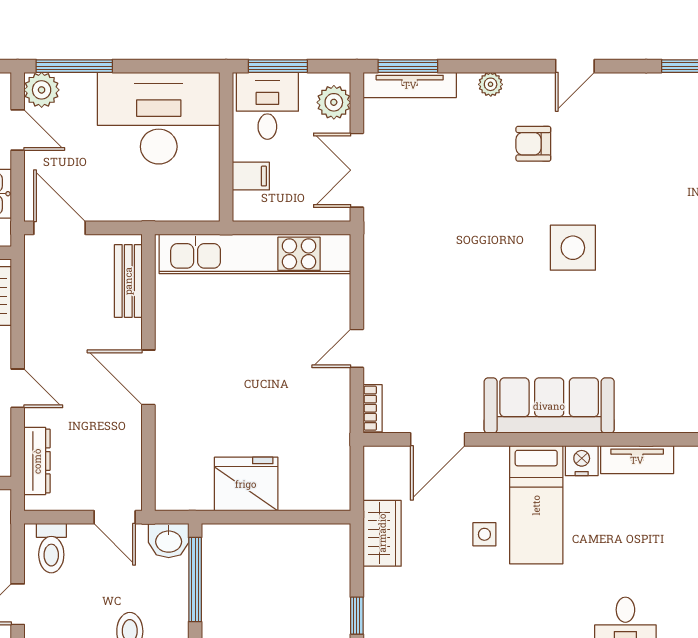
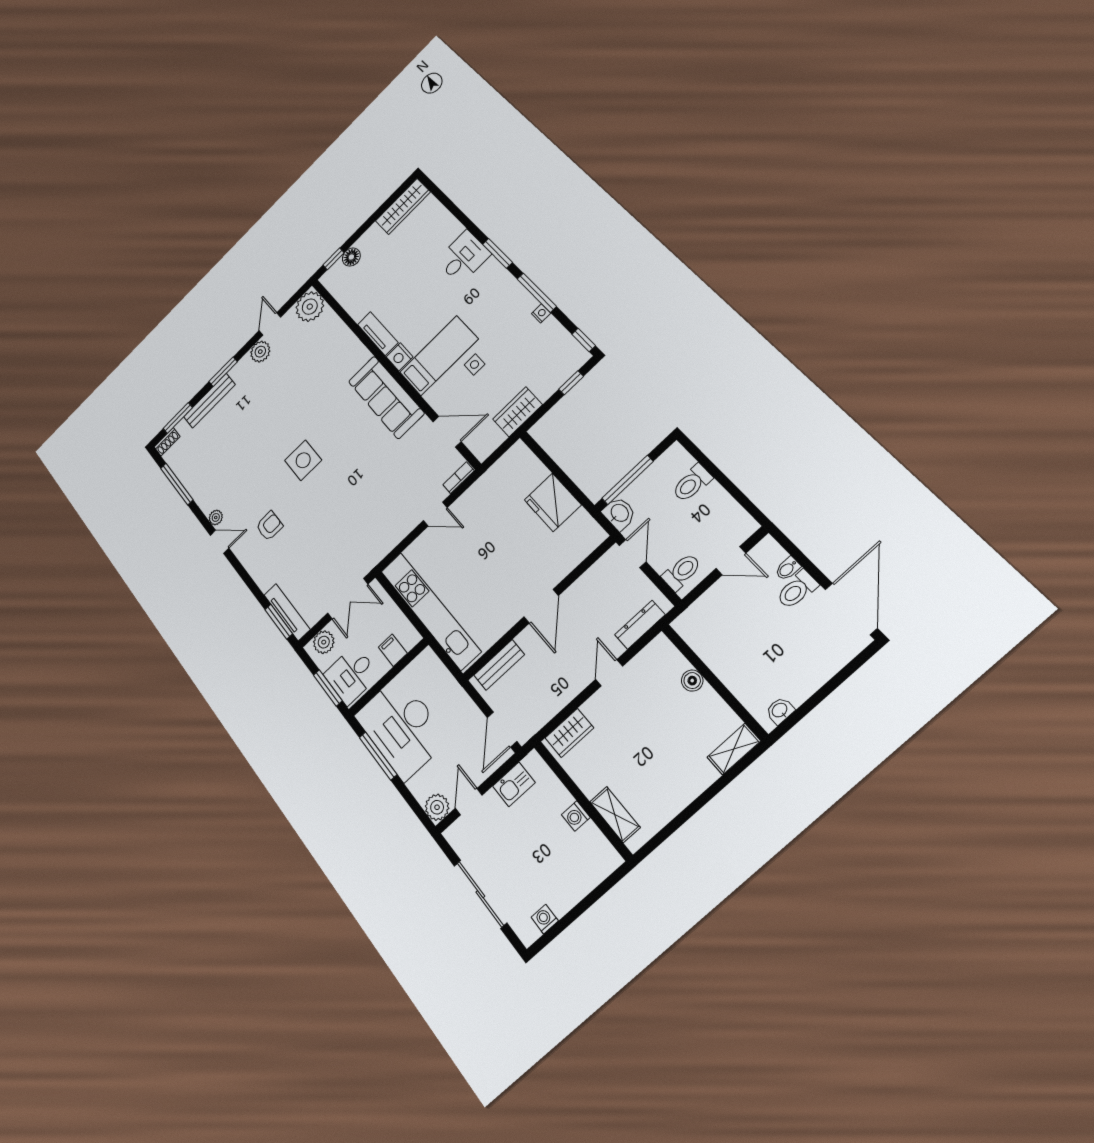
window: (74, 66) -> (378, 756), moved
plant: (491, 84) -> (216, 517), moved
armchair: (533, 144) -> (269, 526), turned -90

